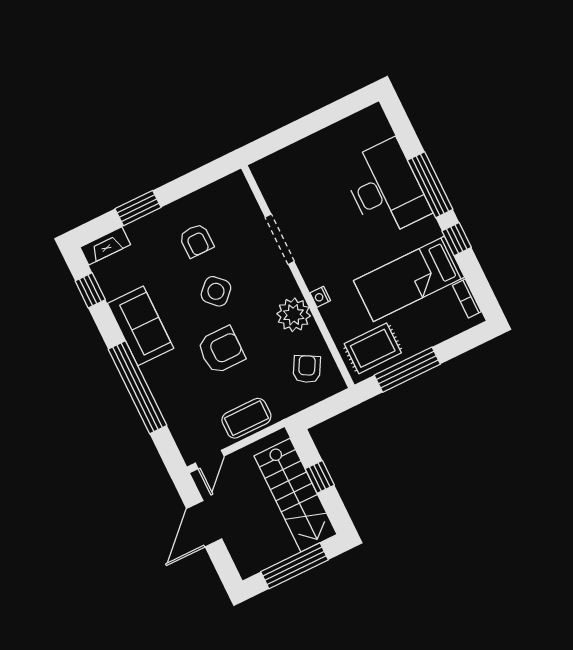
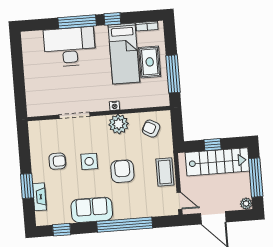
fireplace: (105, 246) -> (39, 197), moved
side table: (216, 291) -> (89, 161), turned 45
rug: (373, 348) -> (150, 62), moved
plant: (247, 567) -> (246, 204), added

